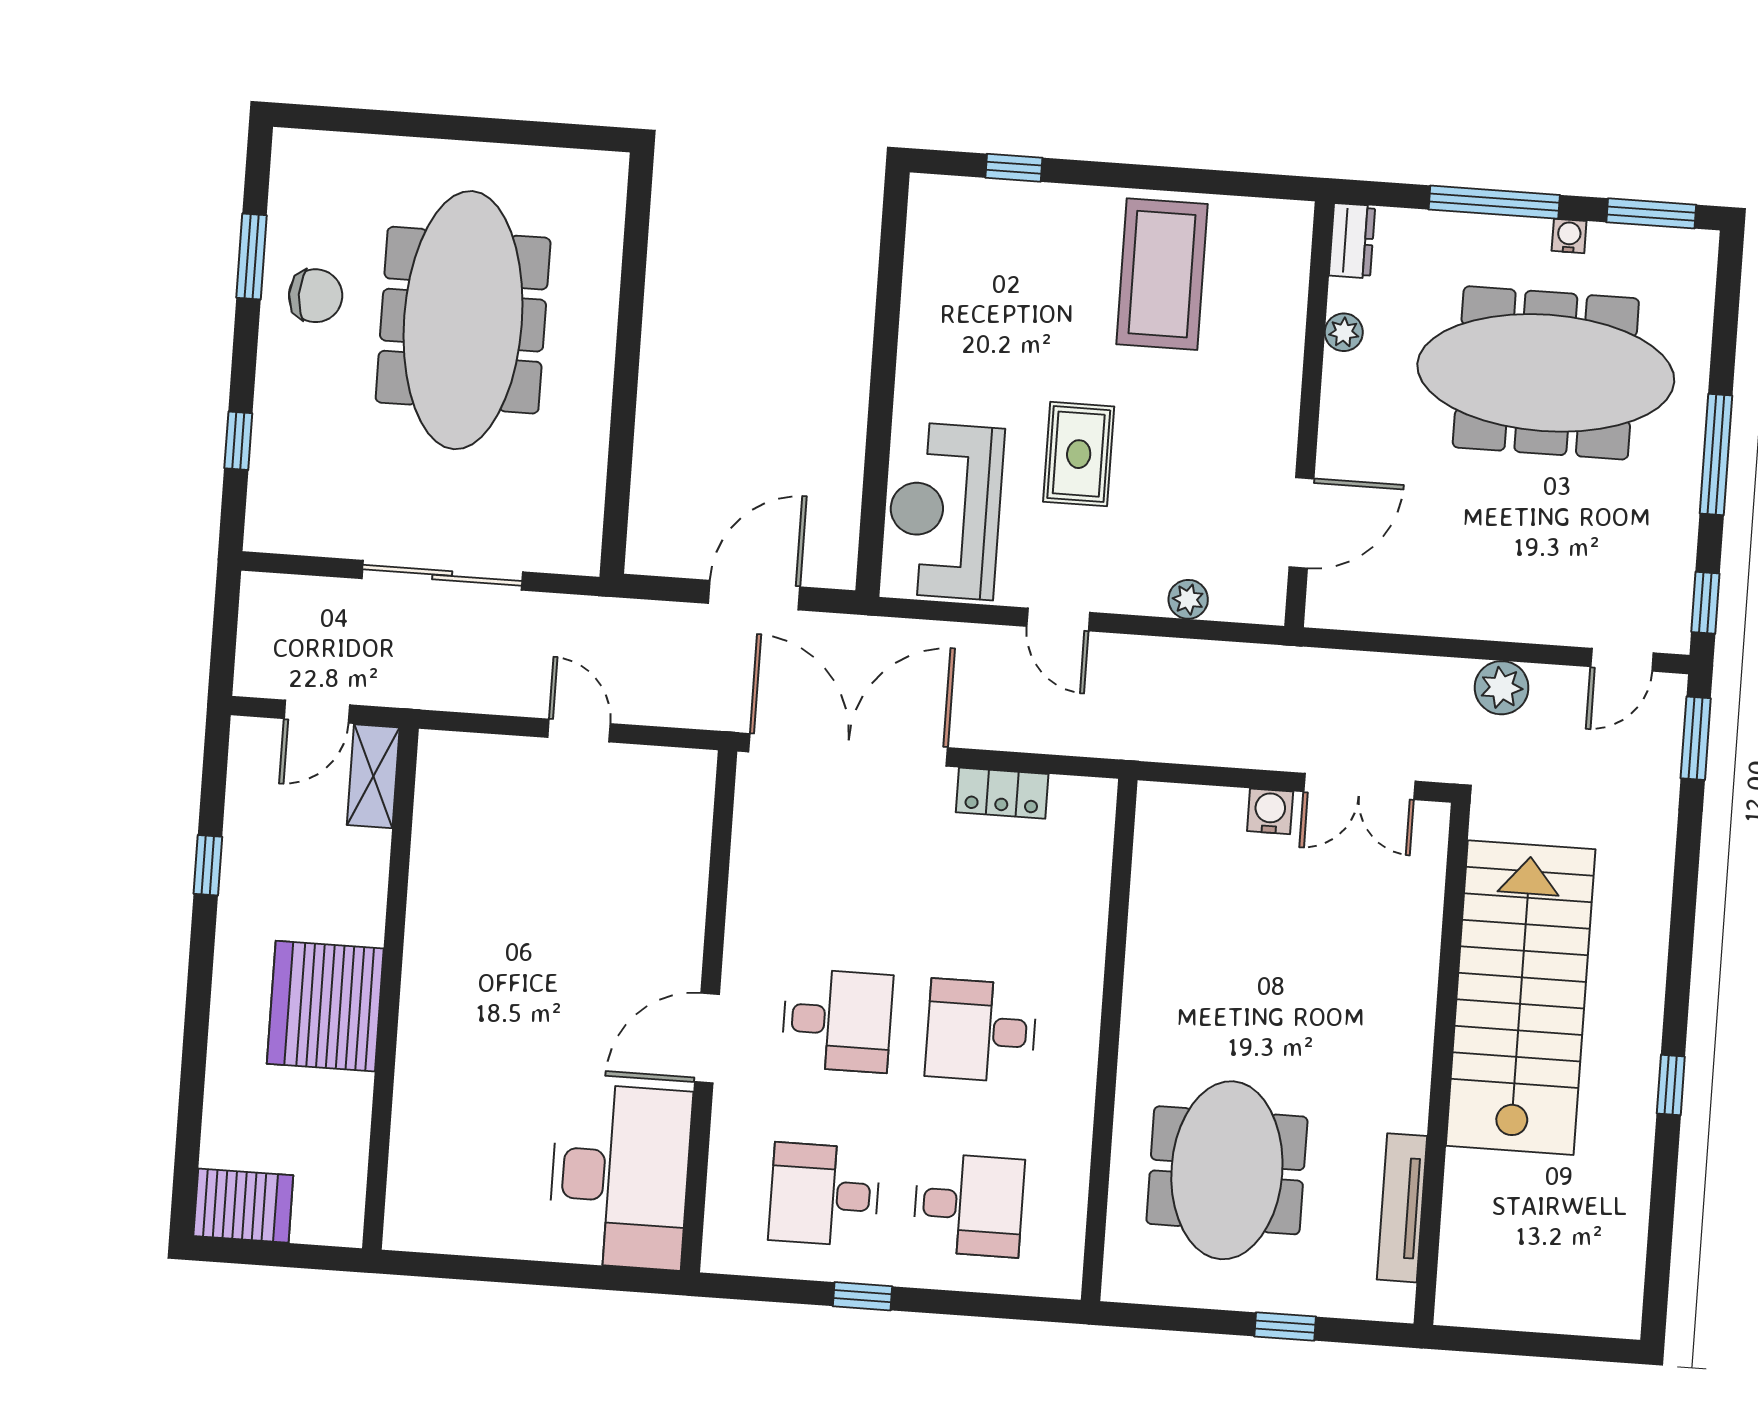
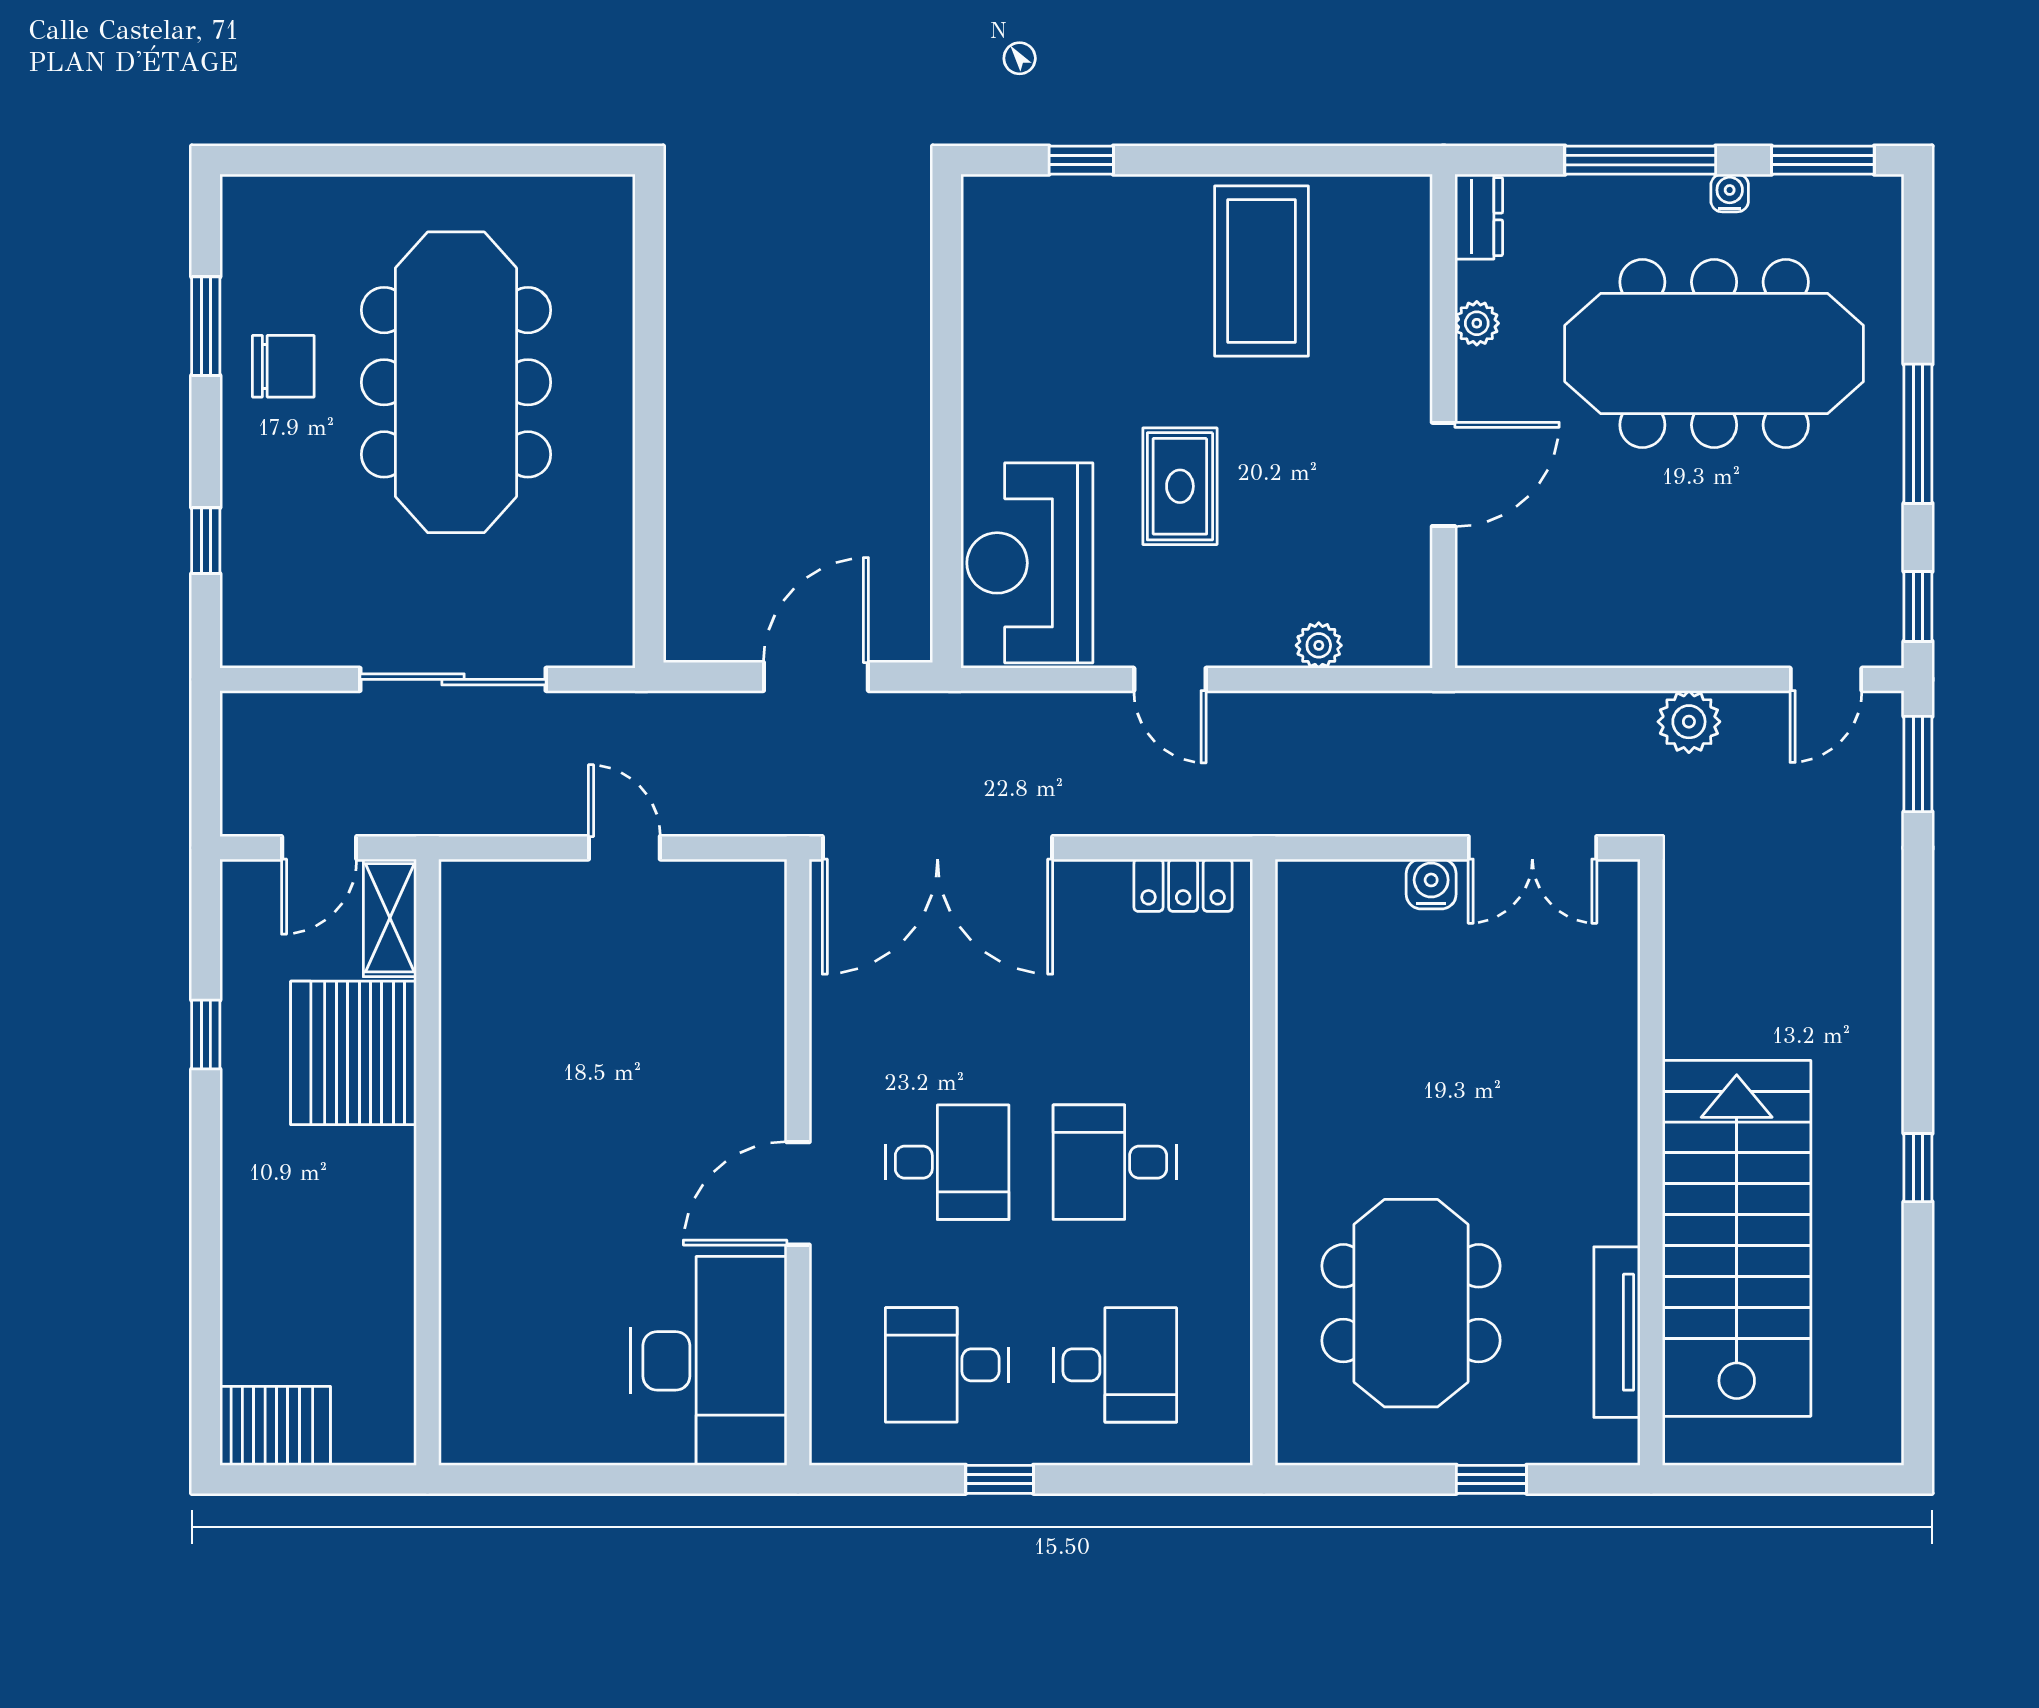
door: (1301, 523) -> (1444, 474), moved
double door: (848, 750) -> (938, 848), swing flipped
locker: (1002, 793) -> (1183, 885), moved
stairs: (1521, 998) -> (1737, 1238), moved
server rack: (325, 1006) -> (353, 1053), moved

